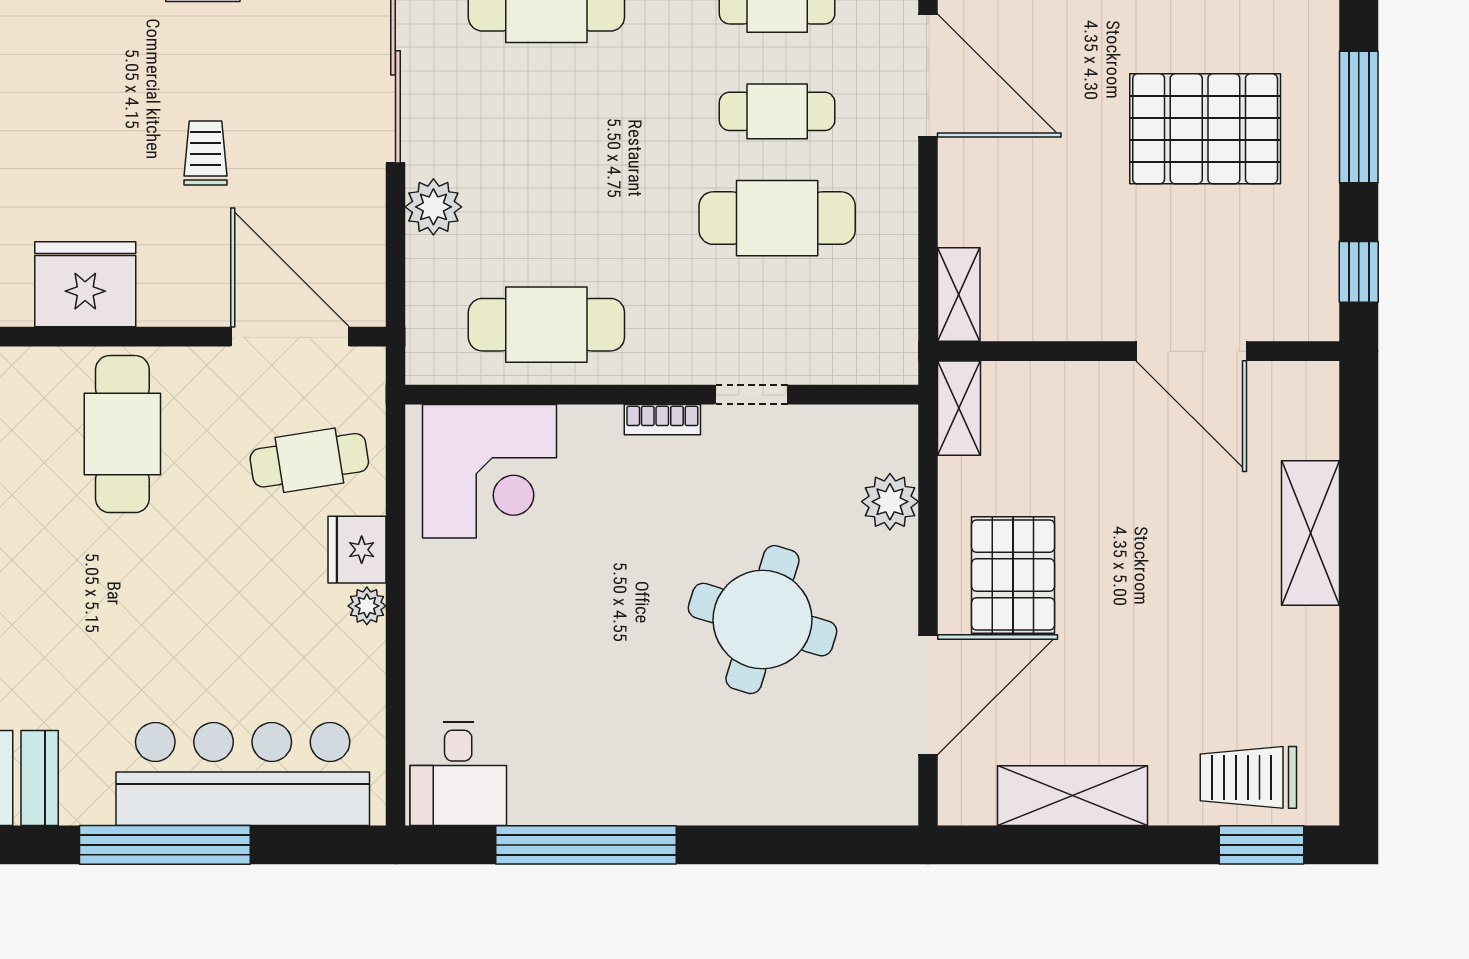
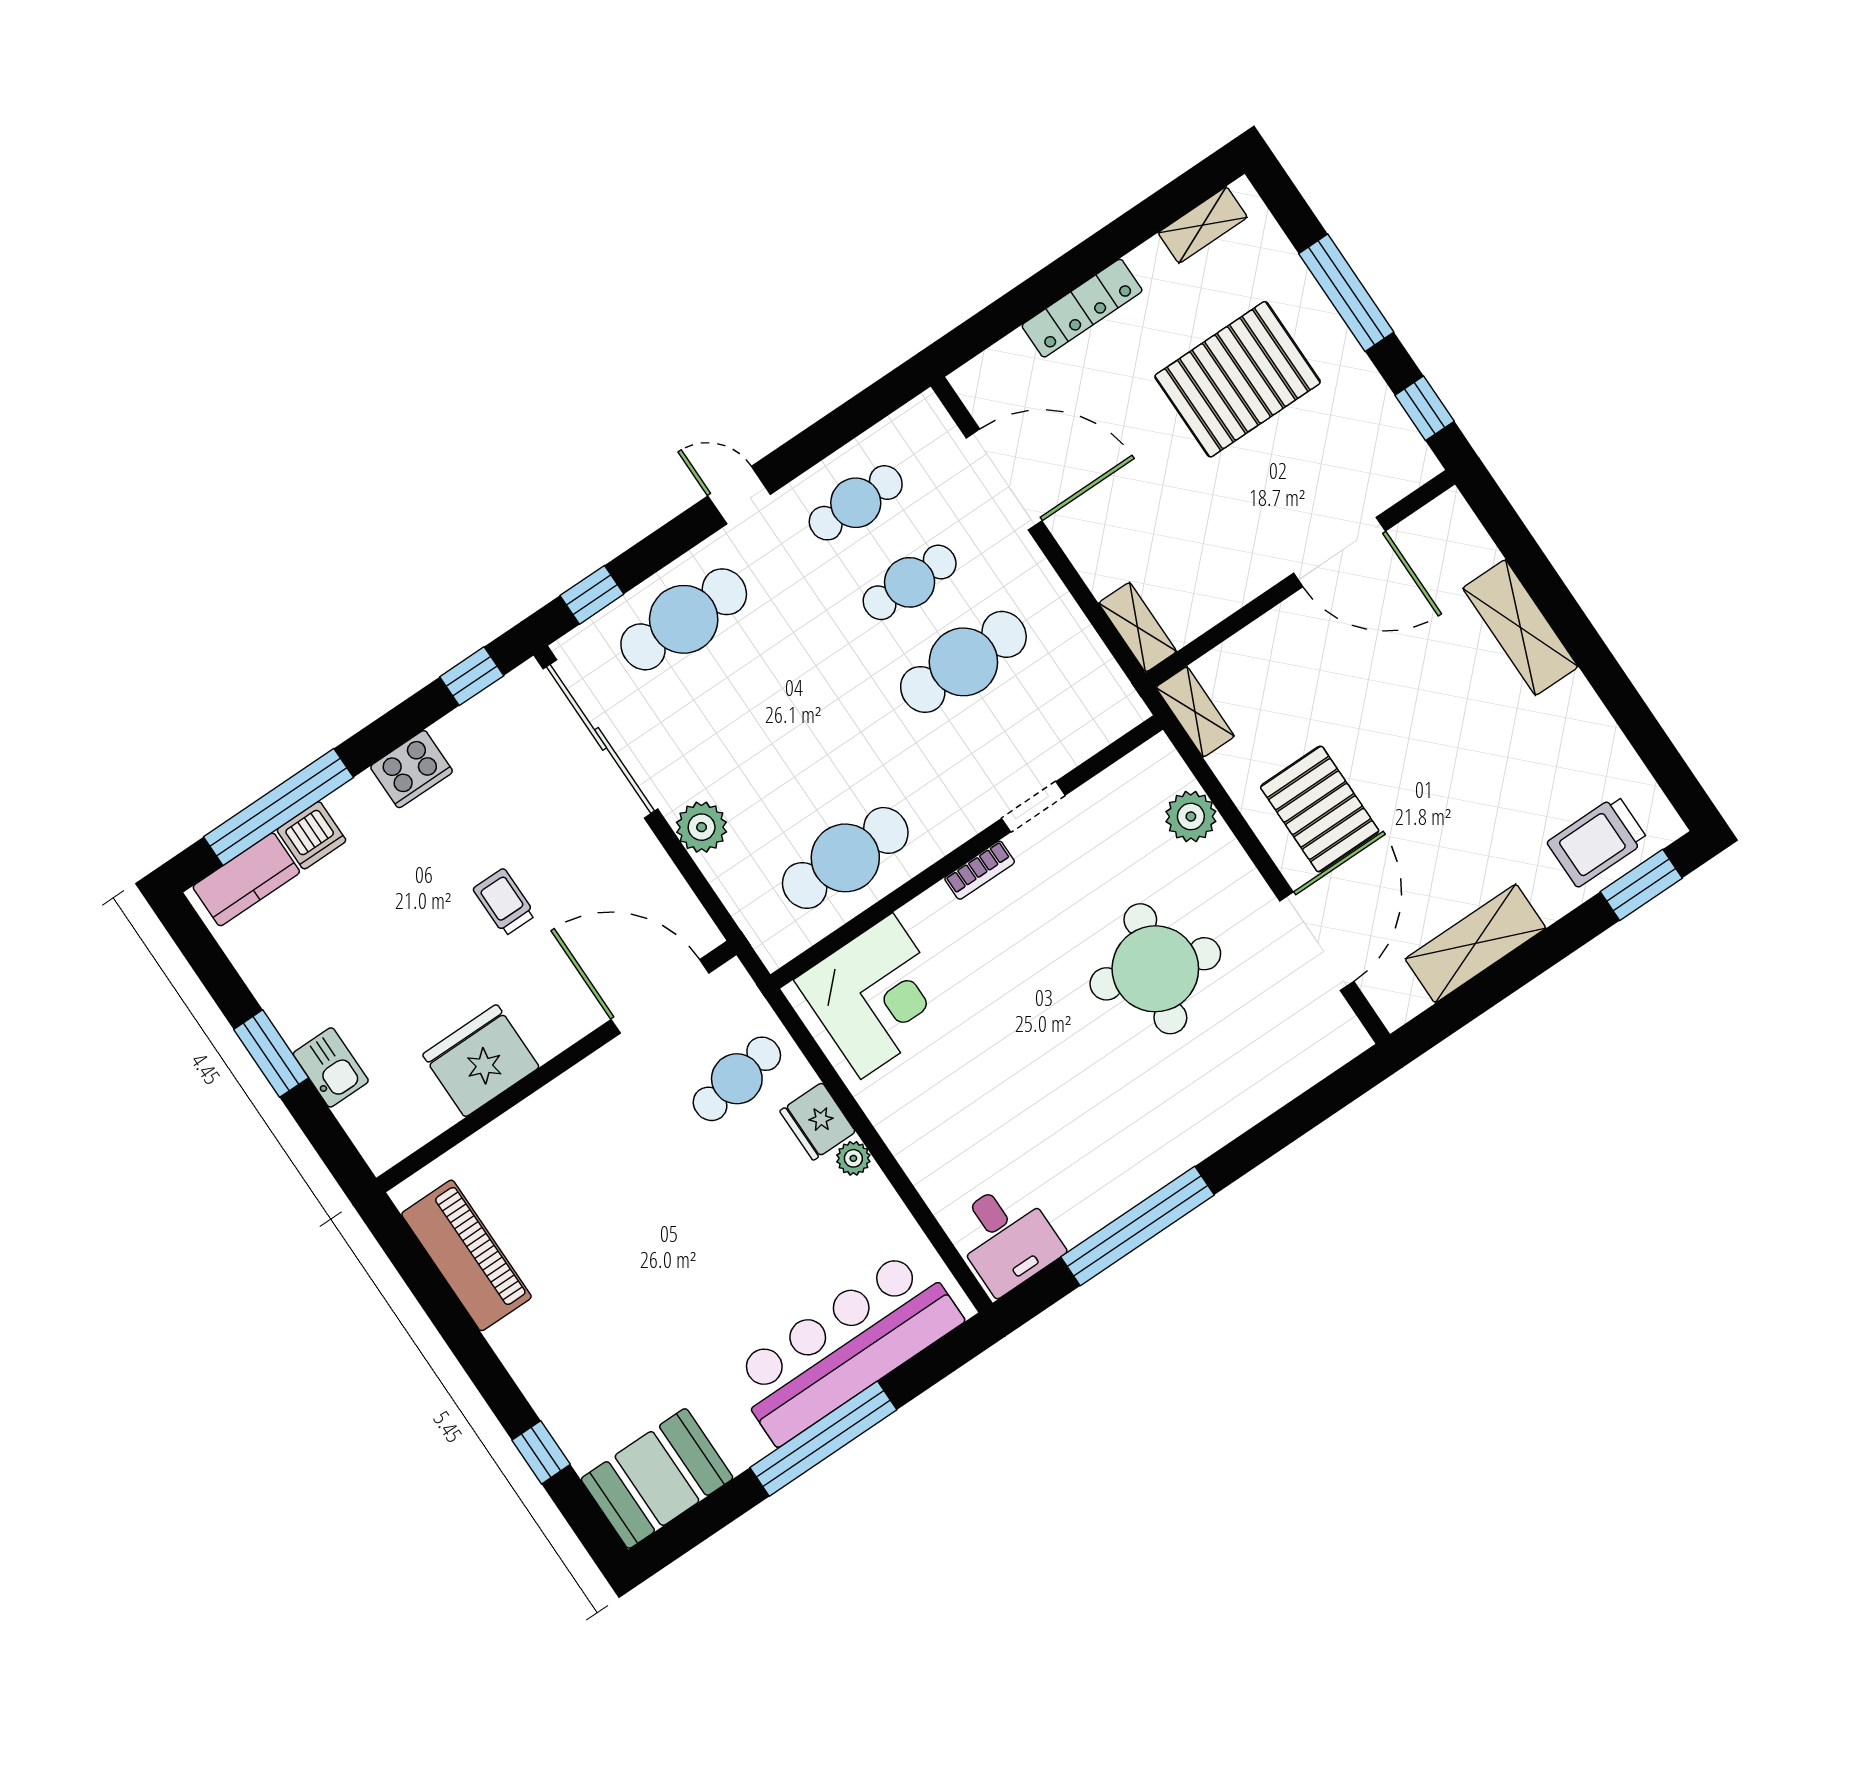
cafe table: (122, 434) -> (584, 1154), removed

